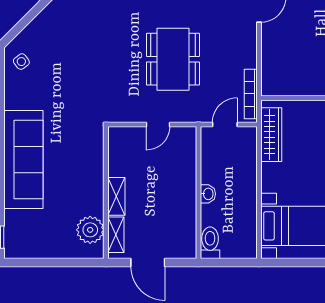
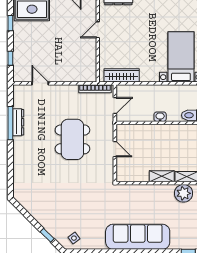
window: (26, 20) -> (47, 235), added
dining table: (173, 59) -> (72, 139), turned 90
door: (225, 125) -> (115, 106), swing flipped

